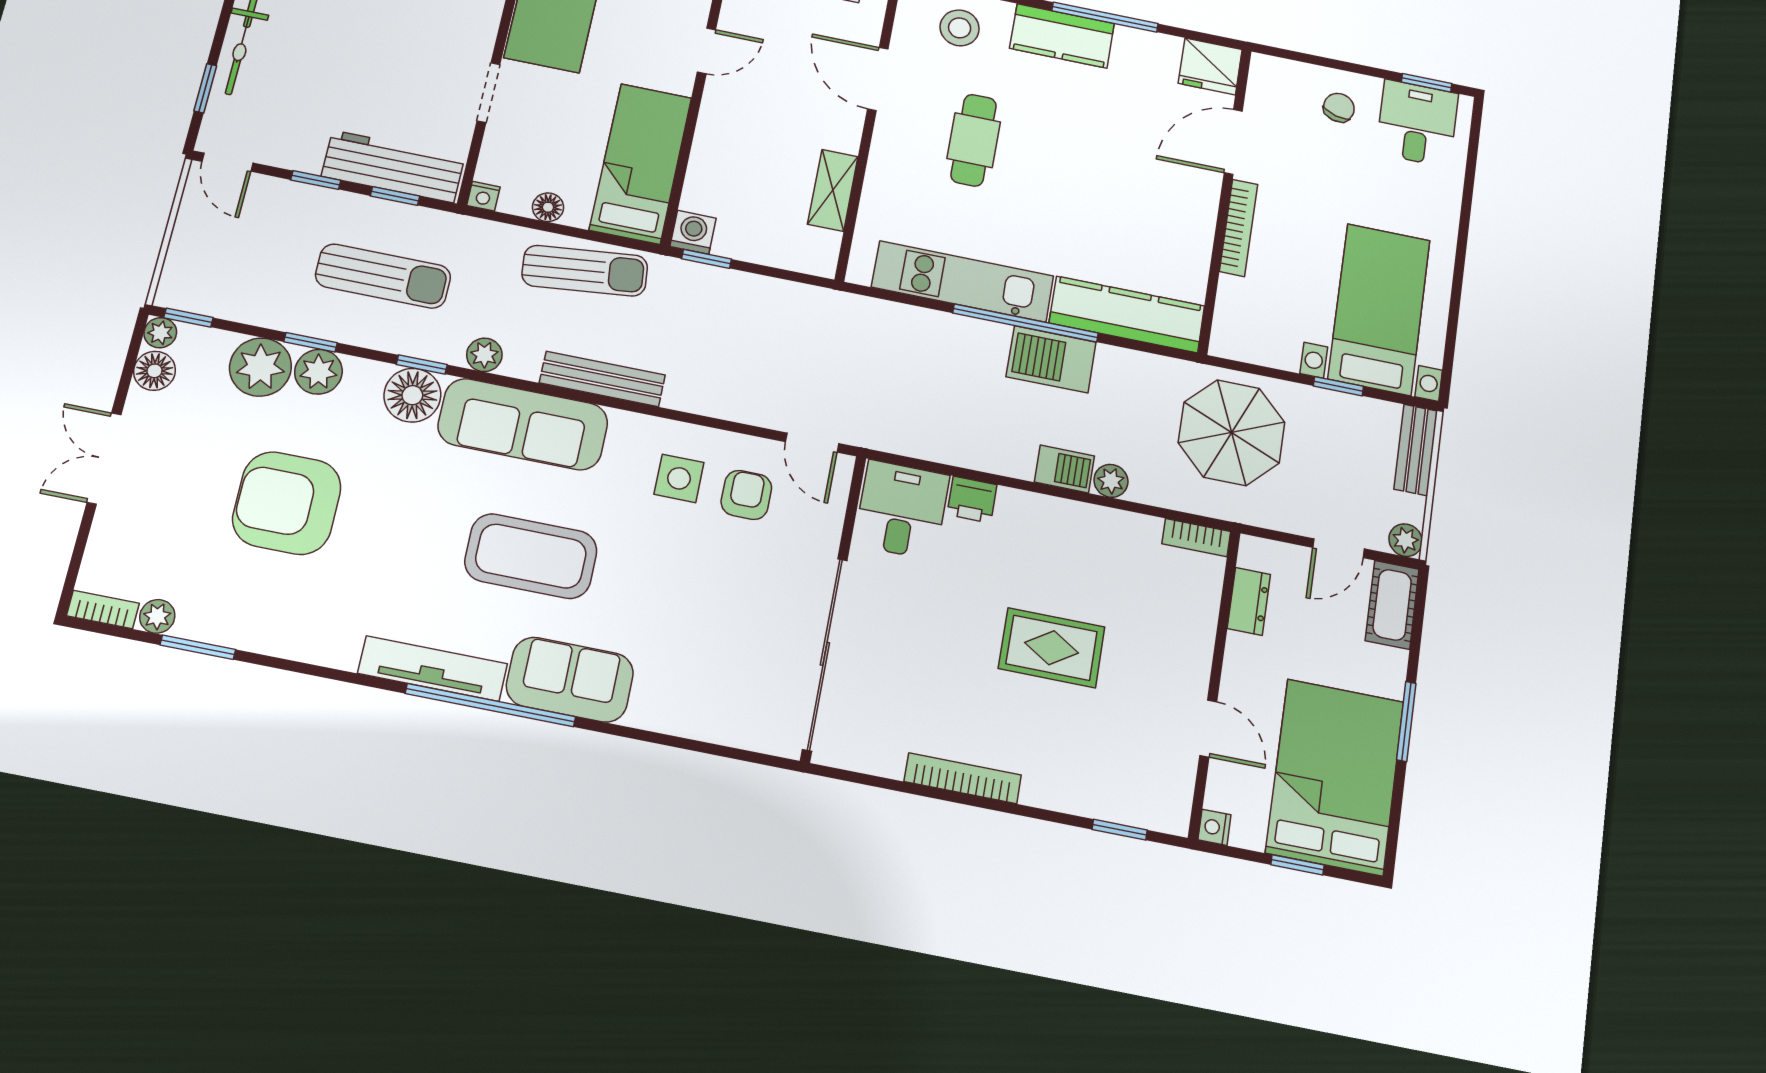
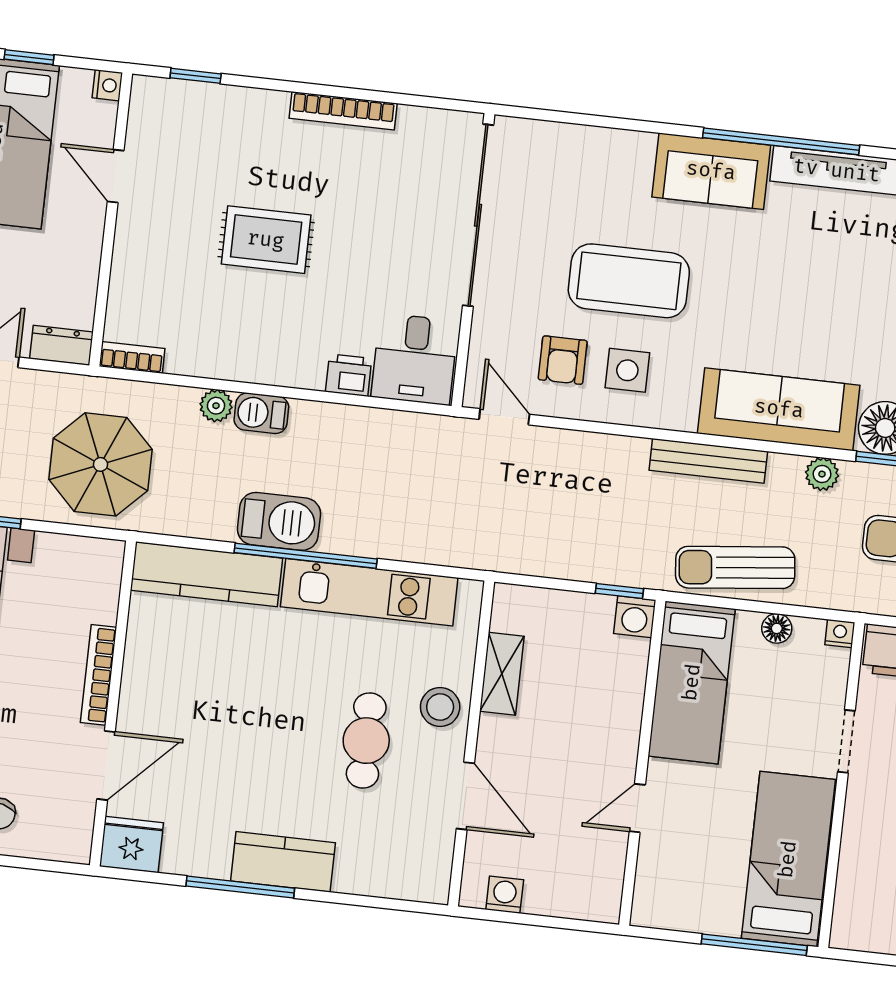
stool: (960, 28) -> (440, 707), moved
coffee table: (531, 556) -> (629, 281), moved
dresser: (1249, 601) -> (62, 345), moved, turned 90

